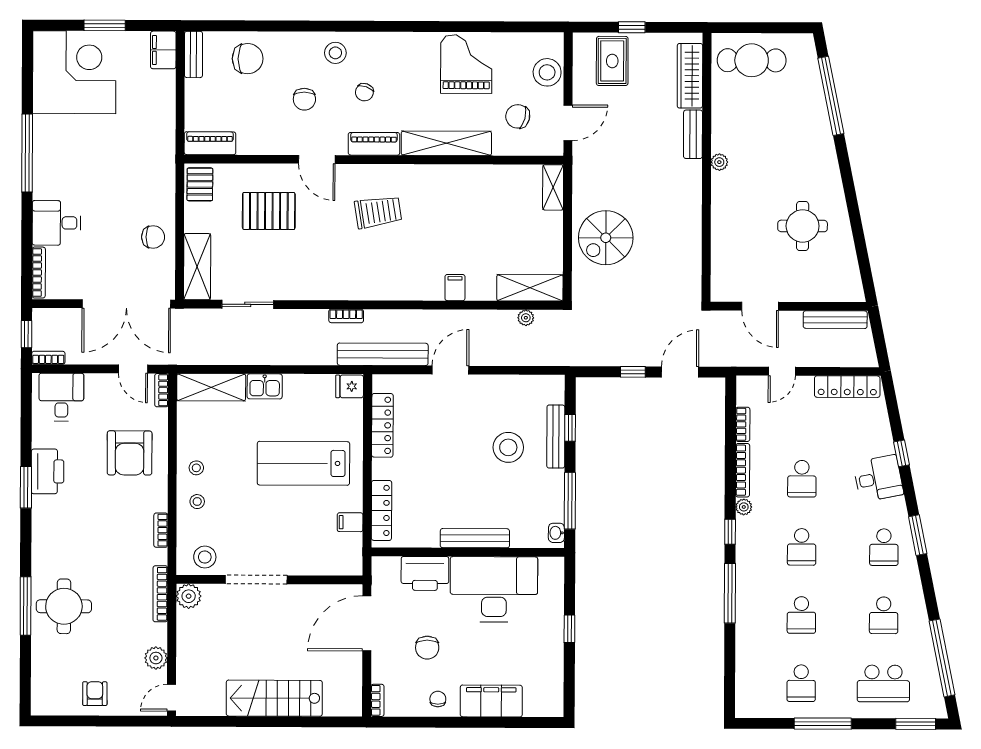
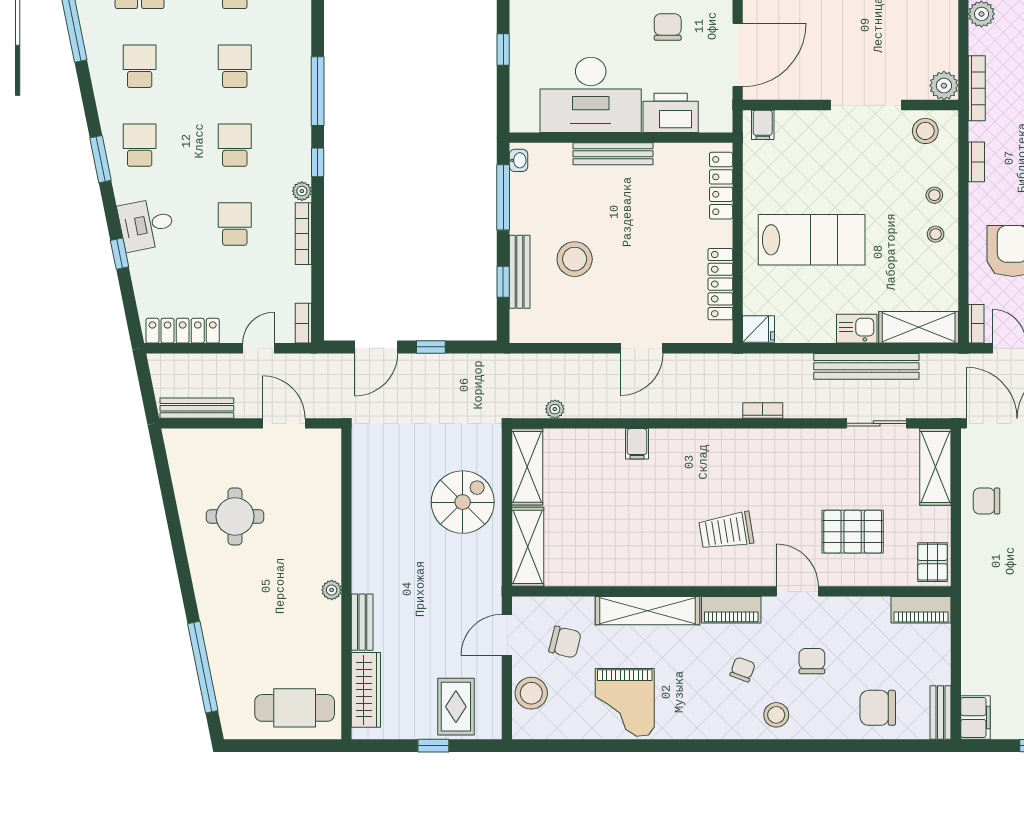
shelving: (553, 187) -> (528, 547), width x1.50, depth x1.33
shelving: (530, 288) -> (527, 467), moved, turned 90
bench: (383, 354) -> (866, 366), moved
bookcase: (743, 424) -> (303, 323), moved
filing cabinet: (350, 522) -> (763, 125), moved, turned 90

